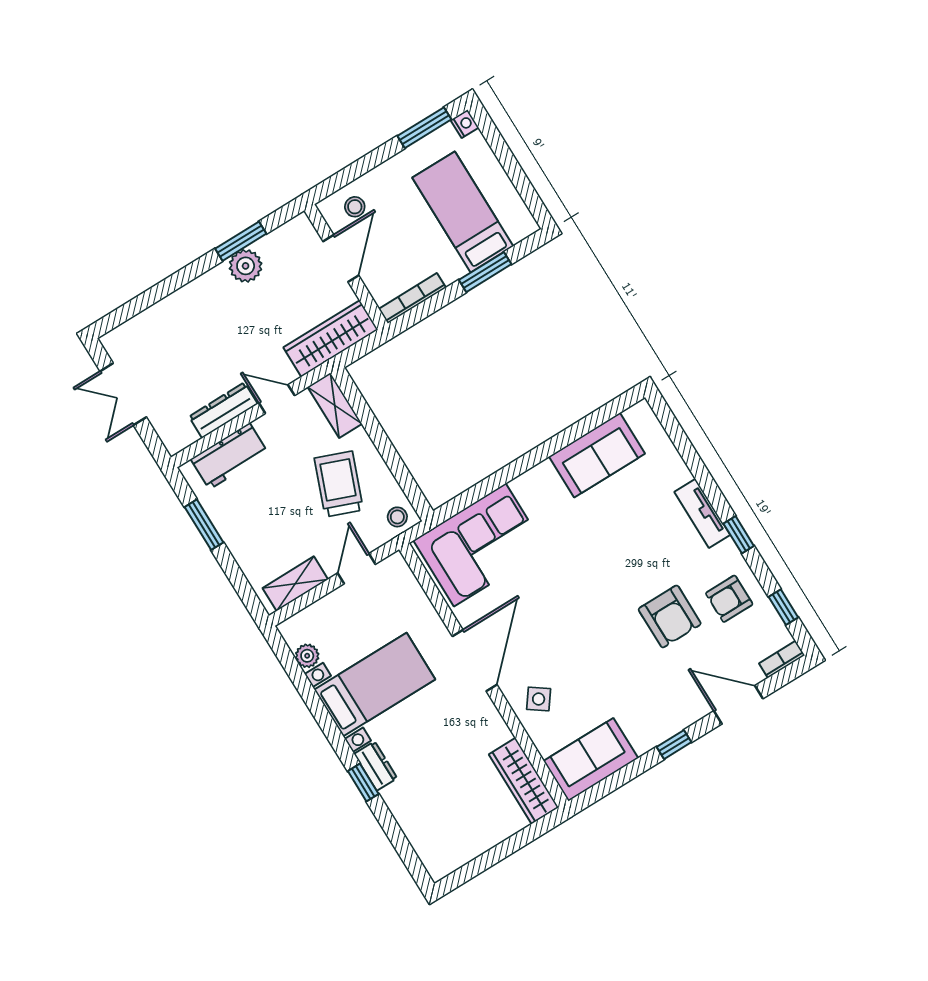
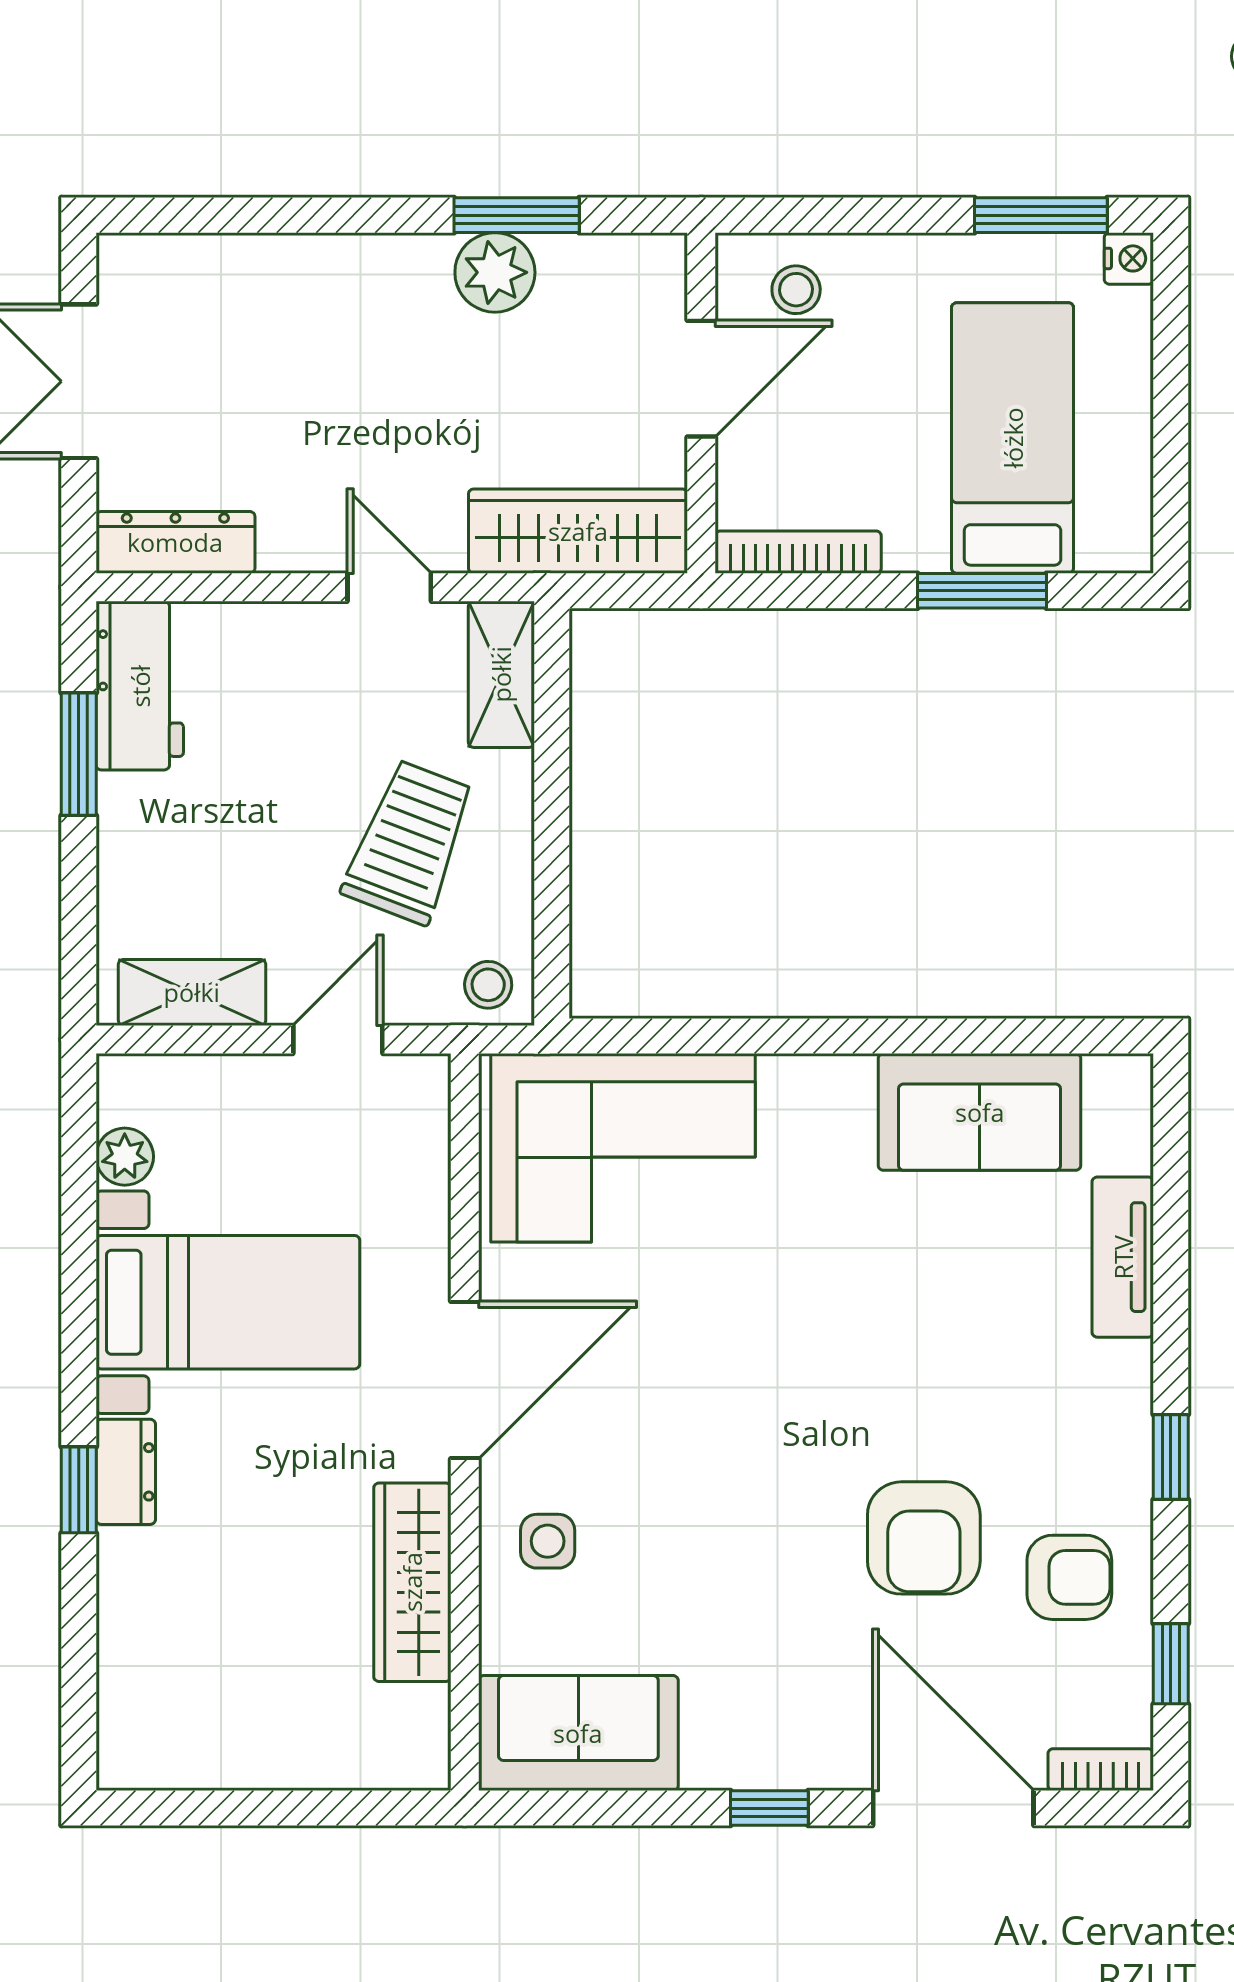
dresser: (223, 410) -> (175, 542), moved
workbench: (229, 456) -> (140, 686), moved, turned -90
tv unit: (702, 513) -> (1123, 1257), moved
armchair: (729, 599) -> (1069, 1577), turned 180
side table: (539, 699) -> (548, 1541), turned -36
door: (738, 705) -> (953, 1808), width x1.36
wardrobe: (524, 781) -> (412, 1582), moved

